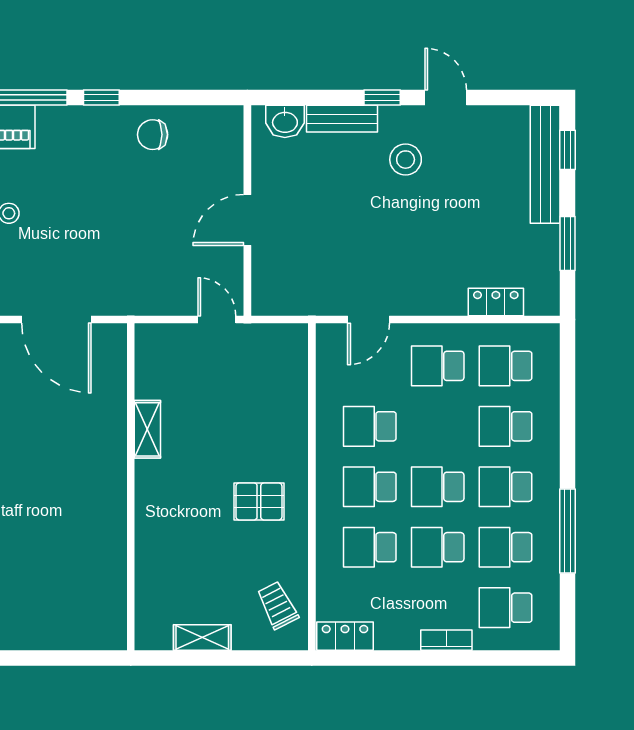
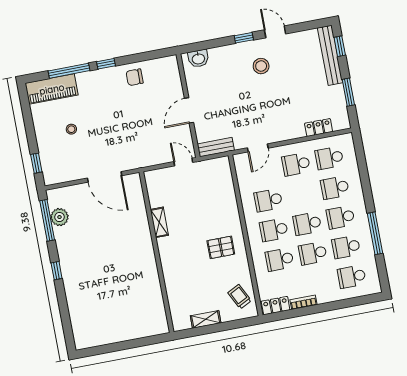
bench: (342, 119) -> (216, 147), moved
bookcase: (446, 640) -> (304, 302), moved

